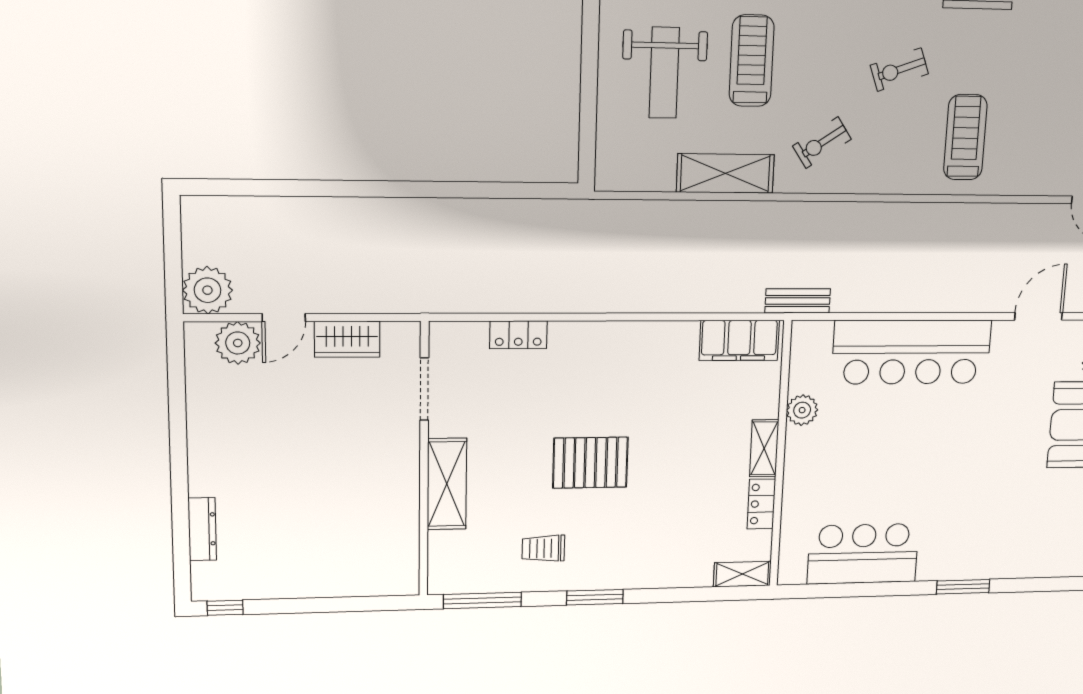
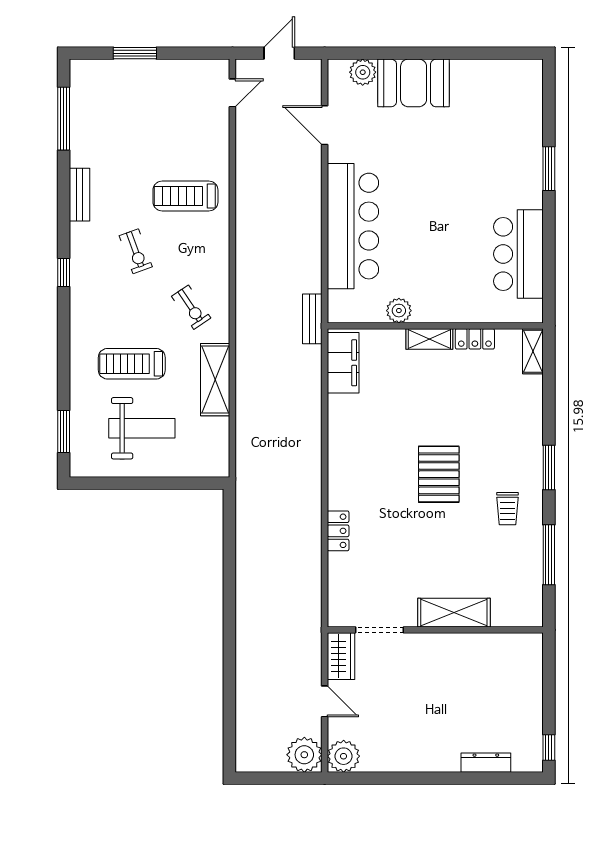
plant: (238, 343) -> (344, 756), moved
doorway: (424, 389) -> (379, 630), moved
wall: (424, 461) -> (435, 630), moved
shelving: (447, 484) -> (454, 613), moved

